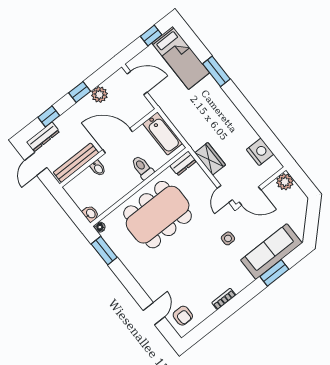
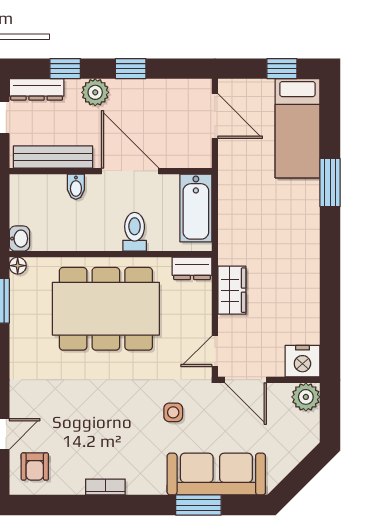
plant: (99, 95) -> (95, 92), moved
nightstand: (260, 152) -> (302, 361), moved, turned 90

